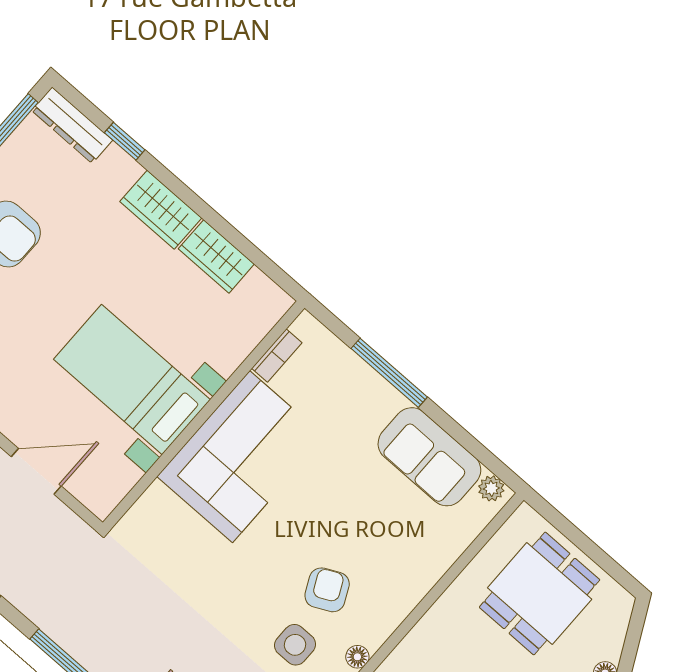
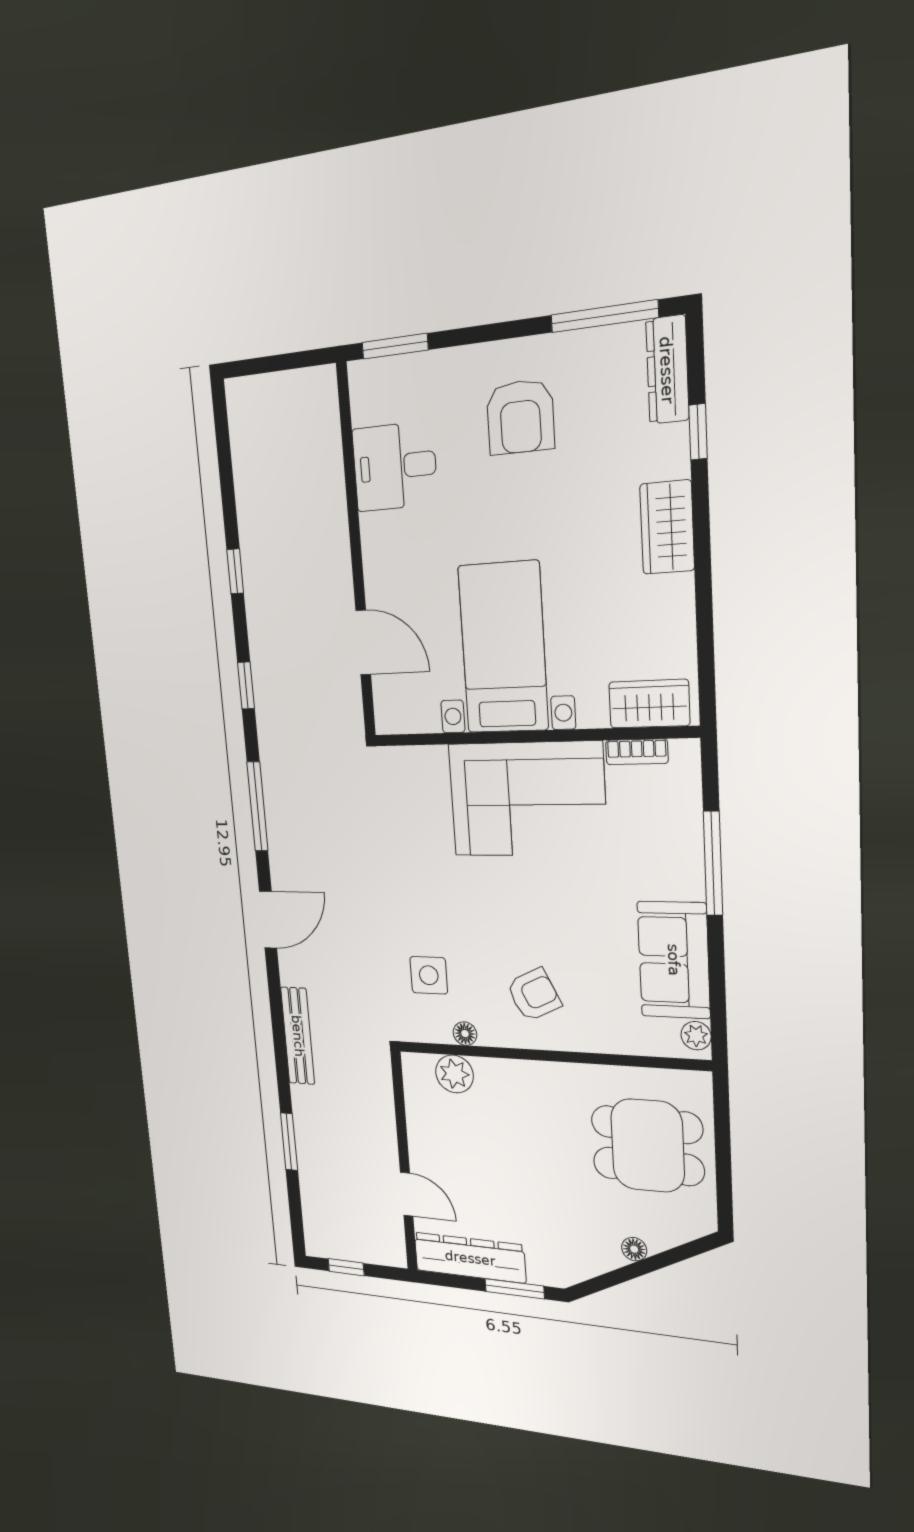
wardrobe: (216, 256) -> (649, 704), moved, turned 90
armchair: (327, 590) -> (534, 995), moved

